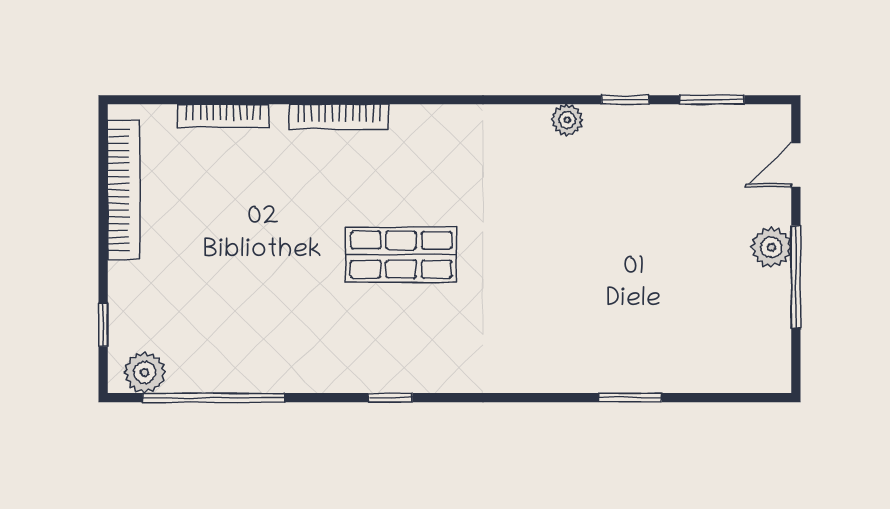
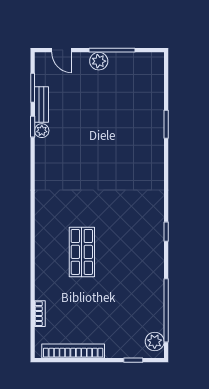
bookcase: (223, 116) -> (40, 314), width x0.64
bookcase: (339, 117) -> (40, 255), removed
bench: (675, 119) -> (42, 104), added
plant: (567, 120) -> (42, 131), moved
shop shelf: (401, 255) -> (82, 252), moved

